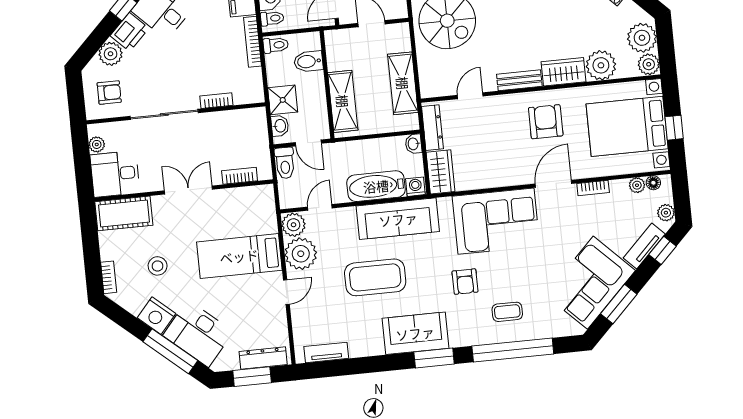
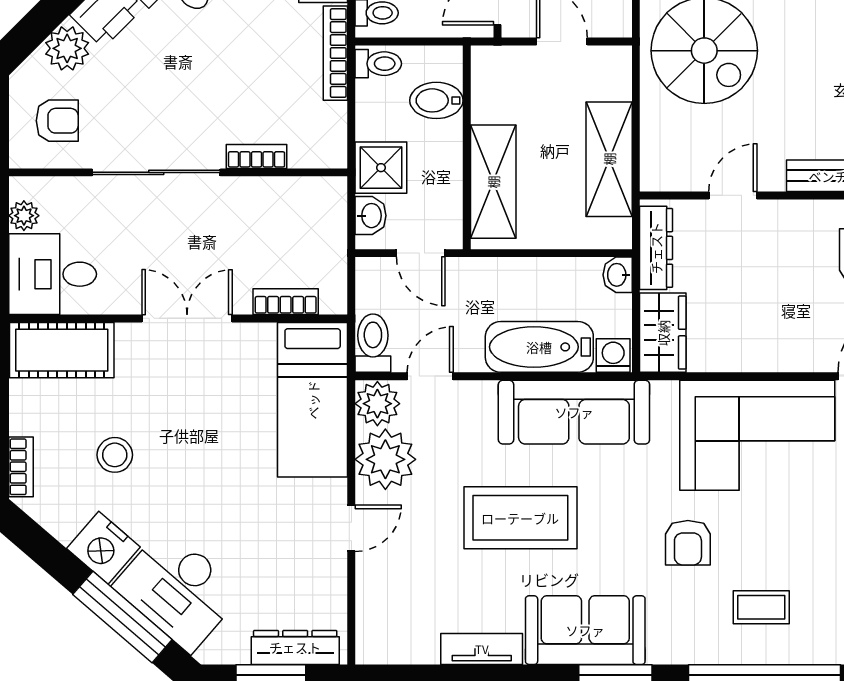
toilet: (285, 163) -> (373, 343), moved, turned 180
bed: (239, 256) -> (313, 400), moved, turned -90
tv unit: (326, 352) -> (482, 649), moved

